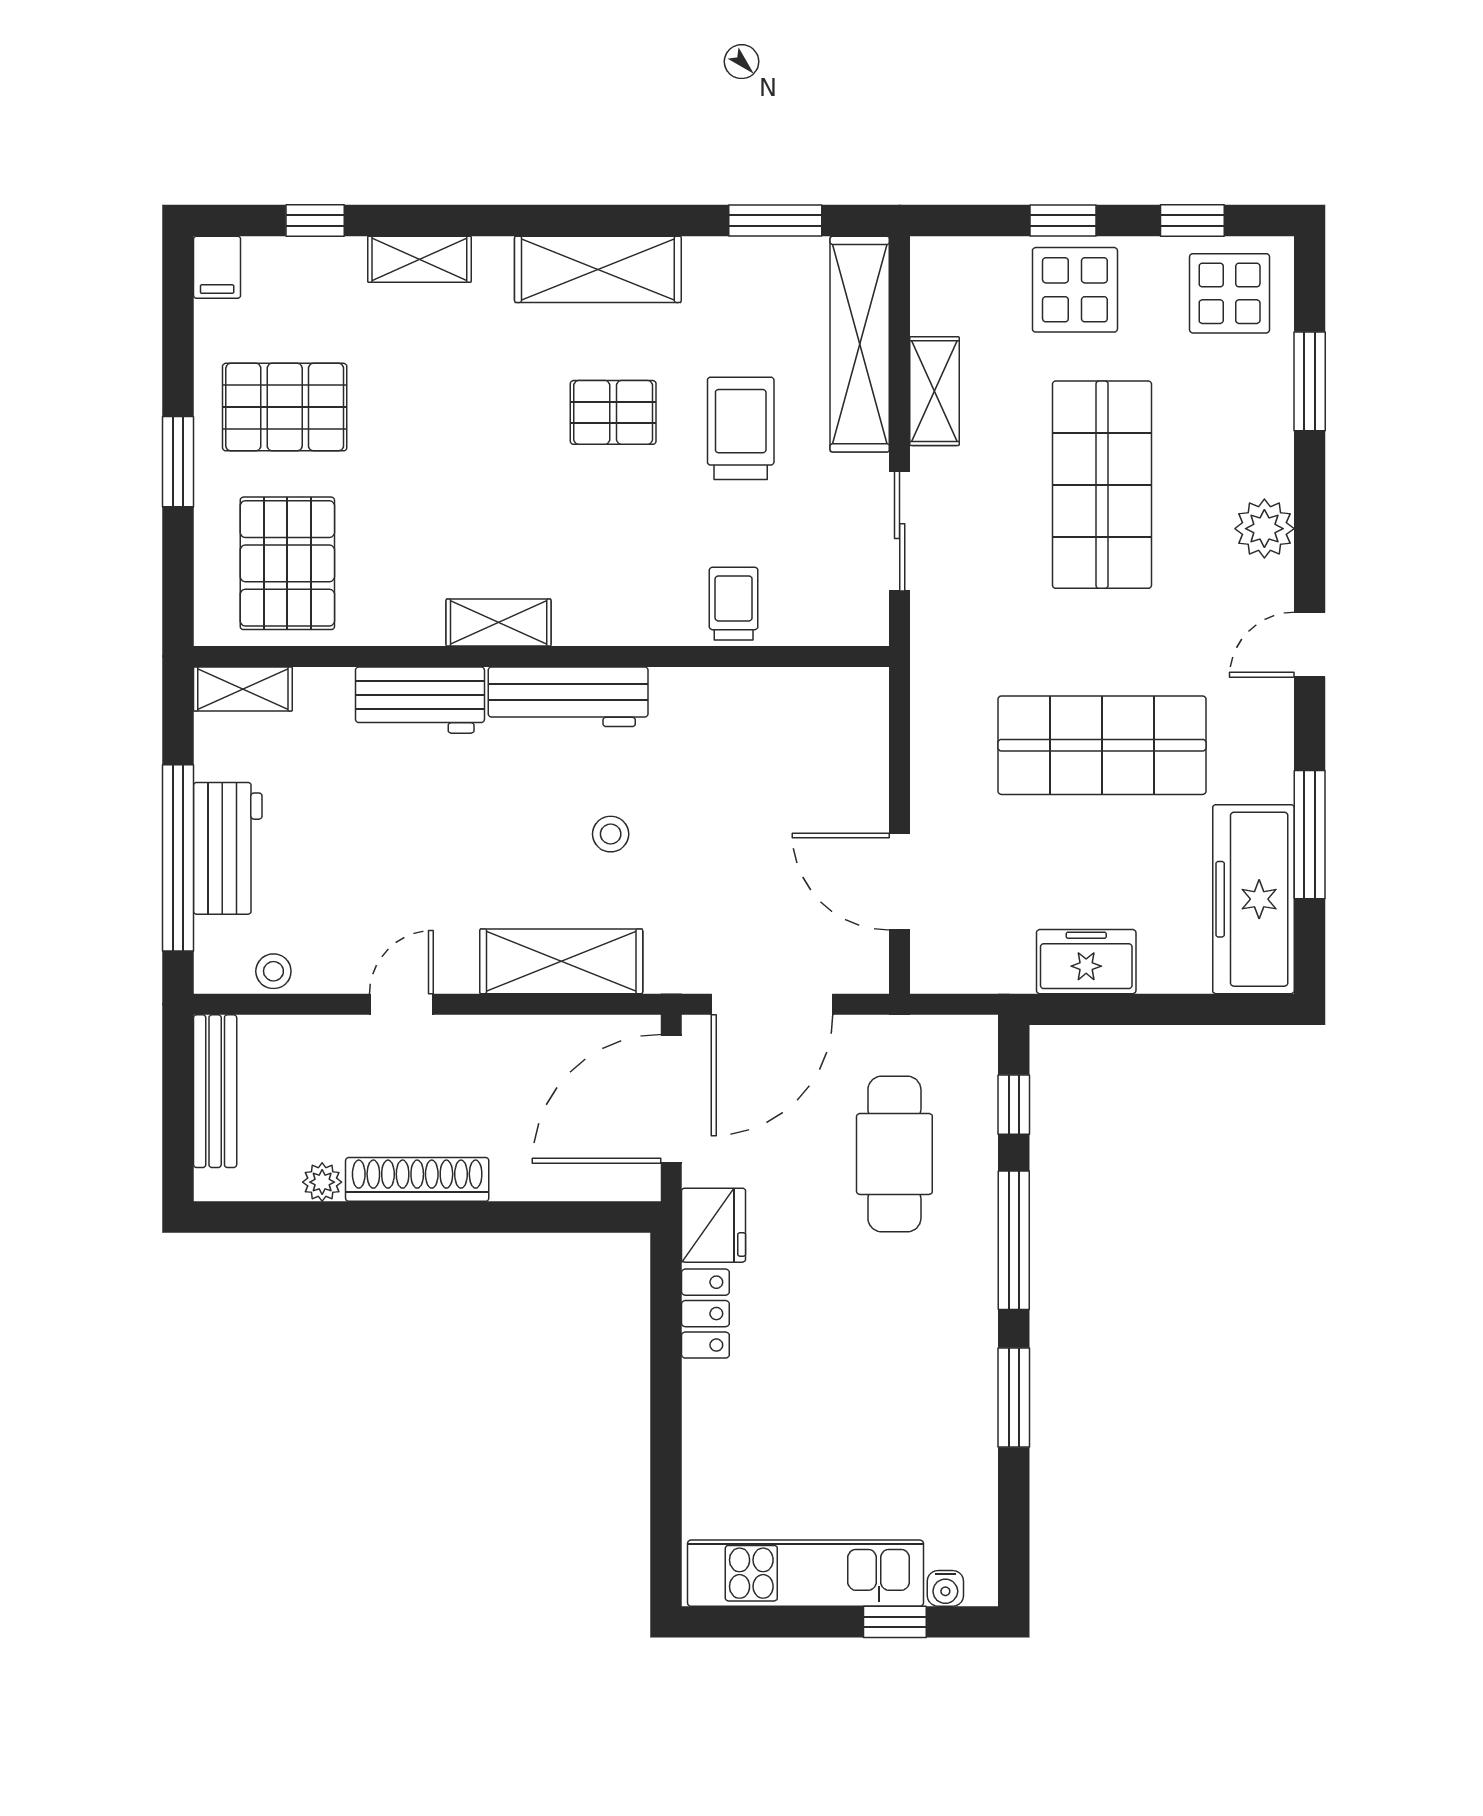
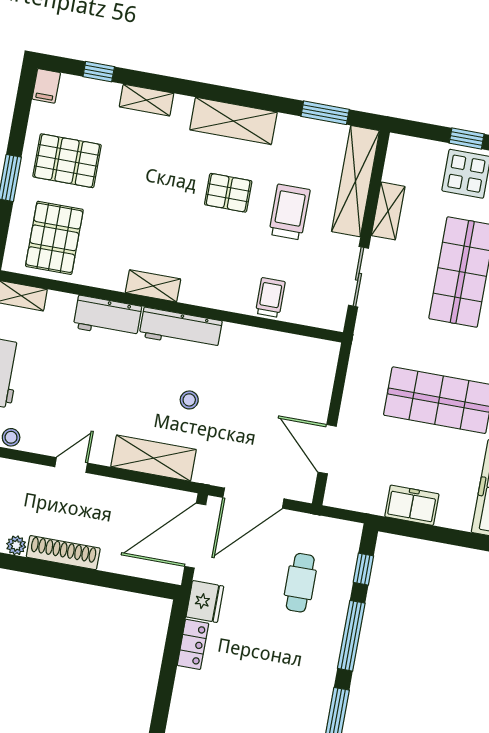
cafe table: (894, 1154) -> (300, 583), width x0.73, depth x0.74

